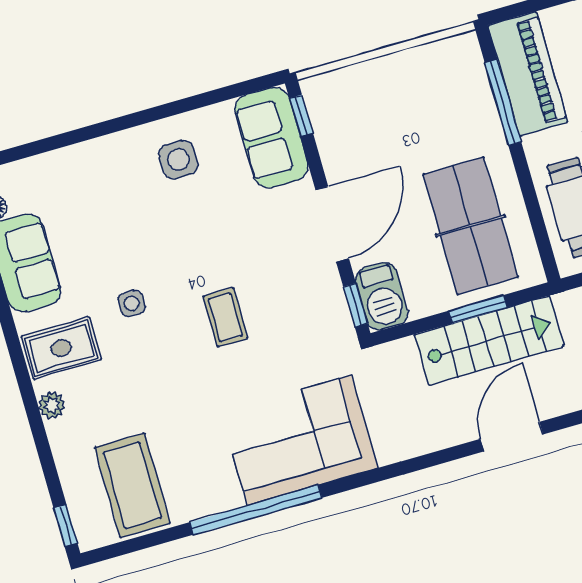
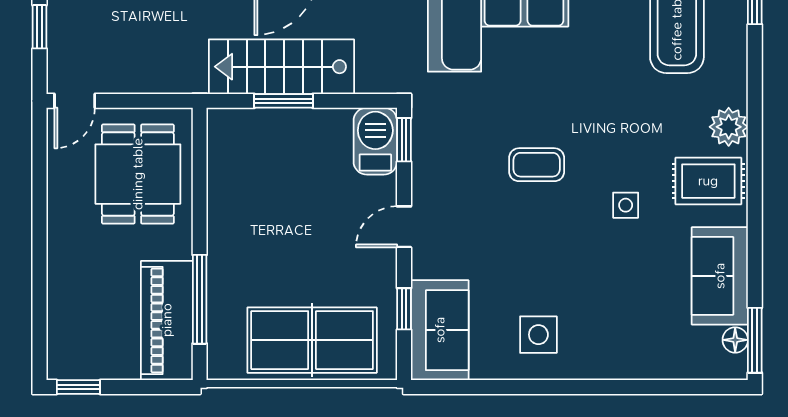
window: (301, 116) -> (404, 309), moved
door: (332, 224) -> (404, 227), width x0.53
table tennis table: (471, 226) -> (312, 340), moved, turned 90
coffee table: (225, 317) -> (537, 165), turned 90
plant: (52, 405) -> (729, 127), width x1.38, depth x1.38

